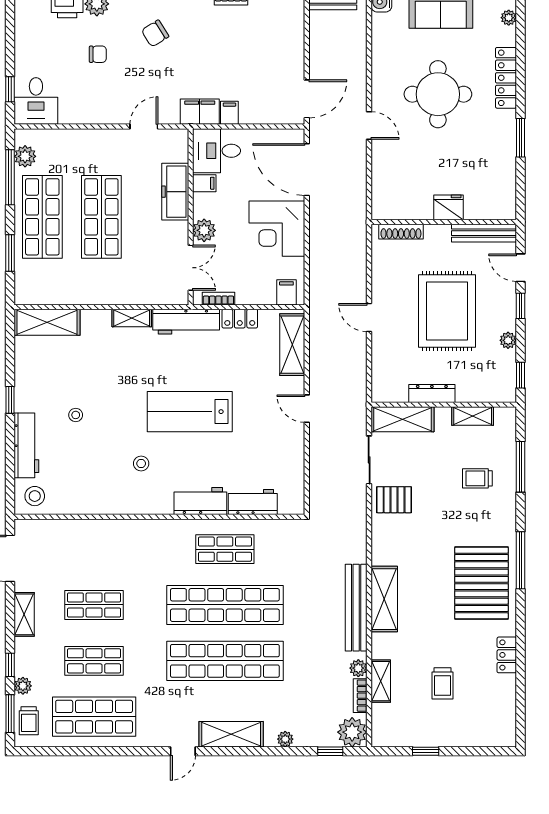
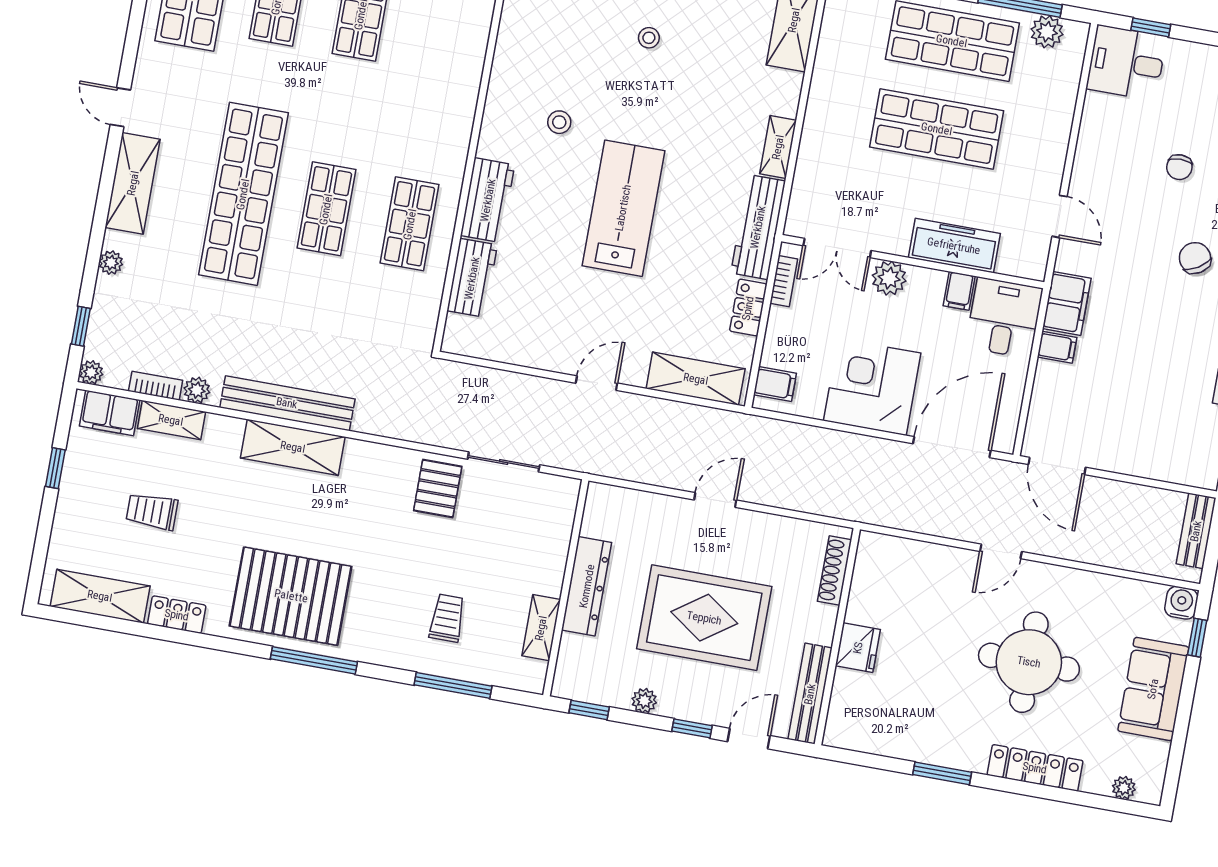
dresser: (432, 394) -> (587, 586), width x1.37, depth x1.24
shelving: (403, 419) -> (100, 596), moved, turned 90
shop shelf: (225, 605) -> (326, 209), width x0.50, depth x0.74
filing cabinet: (383, 722) -> (110, 413), added
plant: (352, 732) -> (91, 372), width x0.53, depth x0.53

